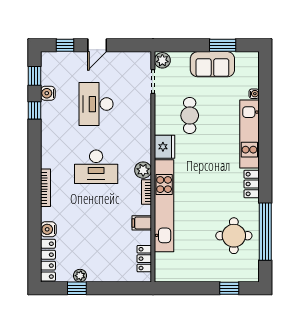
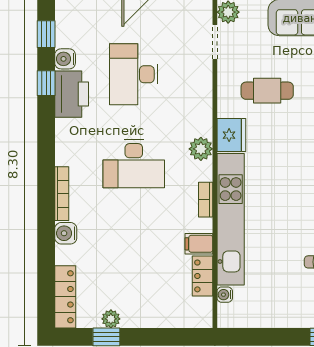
cafe table: (190, 116) -> (267, 91), turned 90
printer: (52, 118) -> (72, 94), added
plant: (143, 170) -> (201, 149), moved
water cooler: (48, 229) -> (66, 233), moved
locker: (144, 259) -> (202, 276), moved
water cooler: (160, 259) -> (225, 295), added

